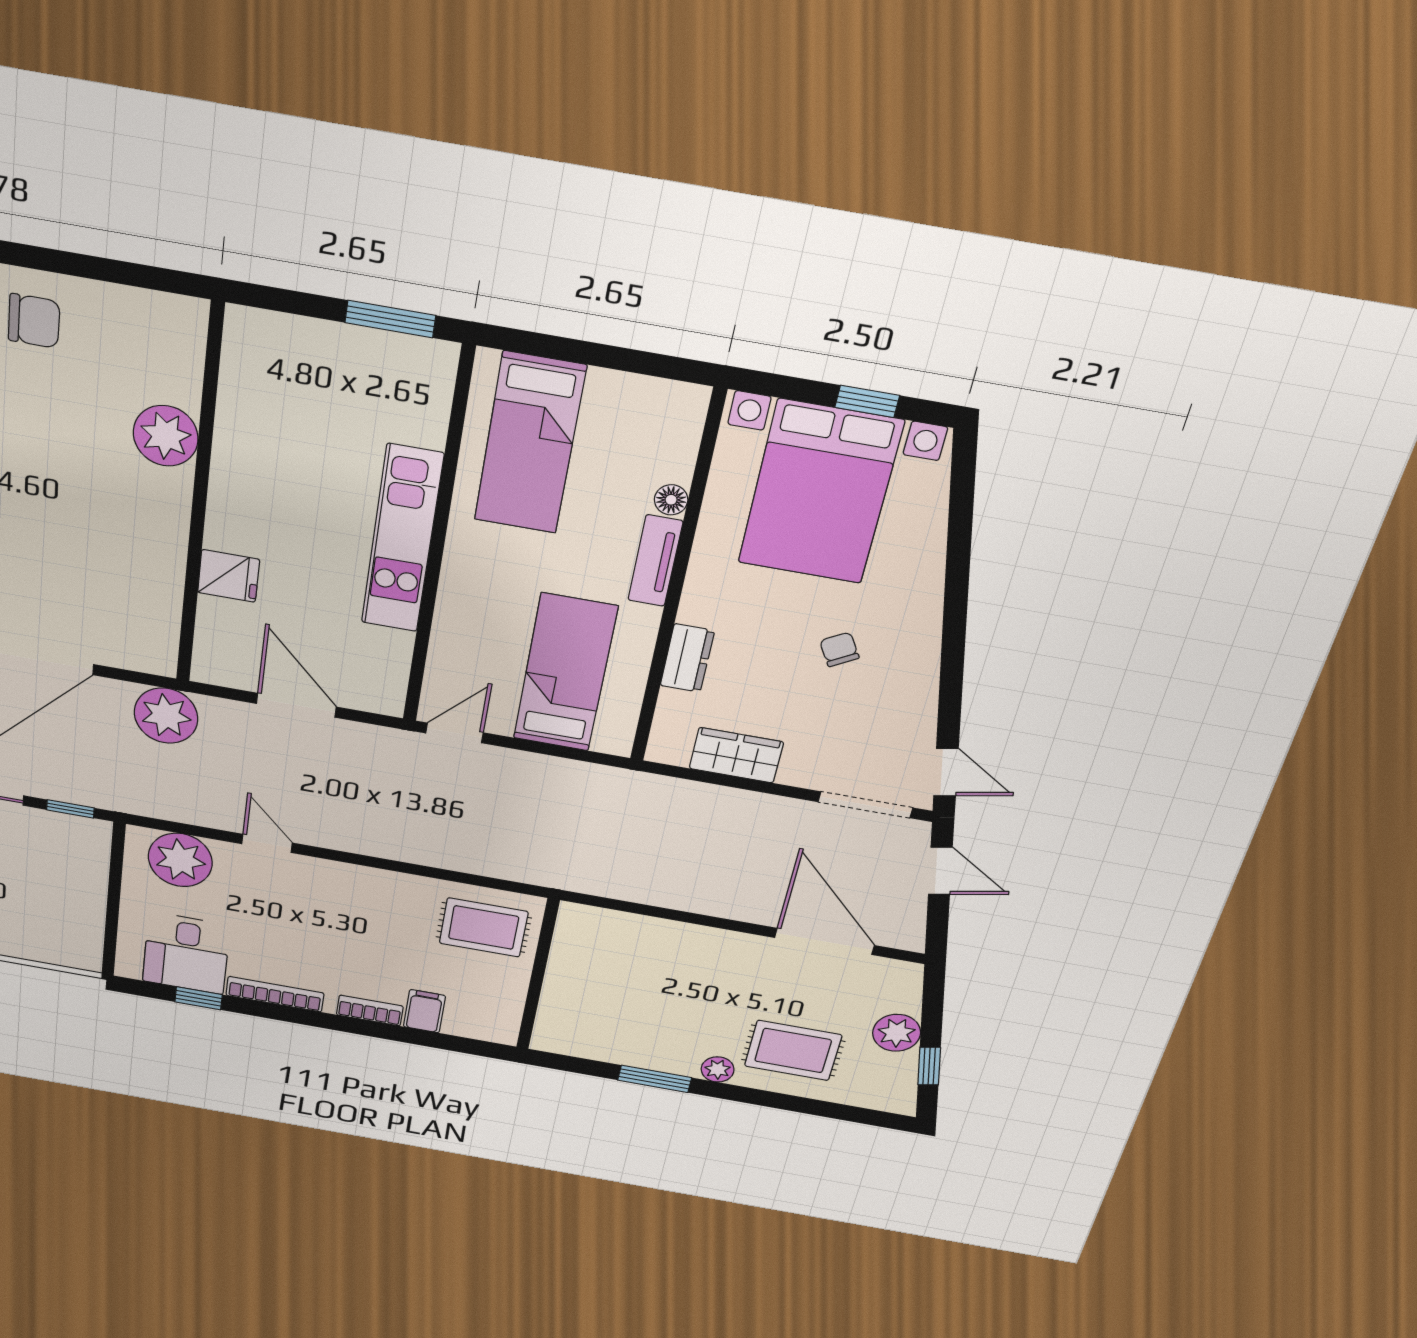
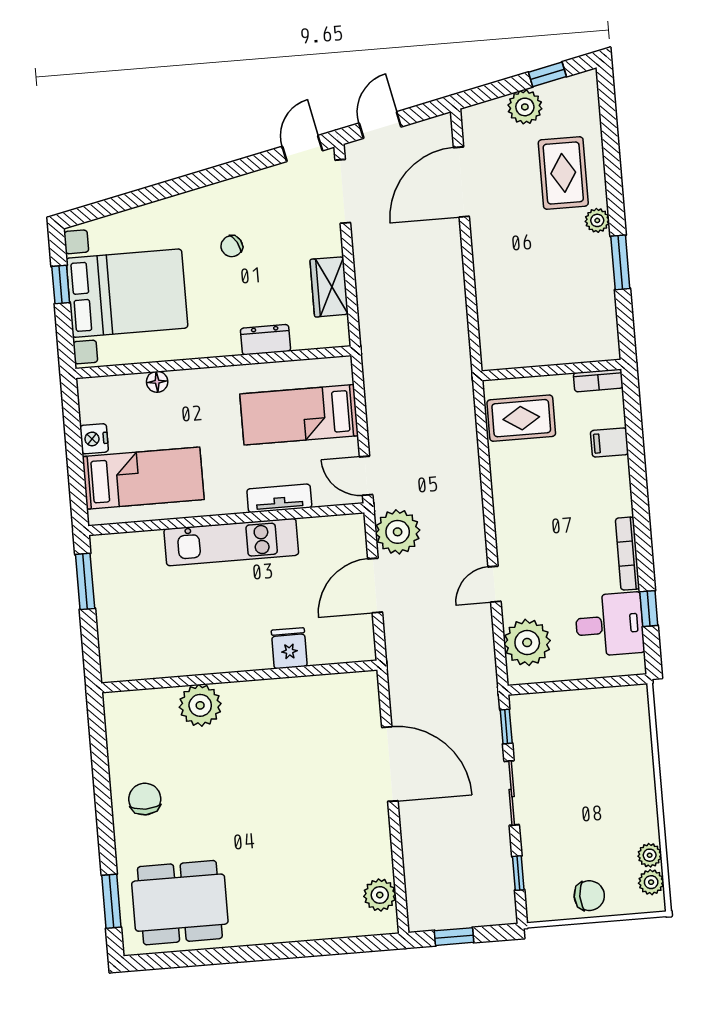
nightstand: (610, 389) -> (94, 439), added
tv unit: (655, 561) -> (279, 498), moved, turned 180
plant: (166, 716) -> (398, 532), moved
rug: (484, 927) -> (521, 418), turned 90
bookcase: (370, 1011) -> (598, 380), moved, turned -90

